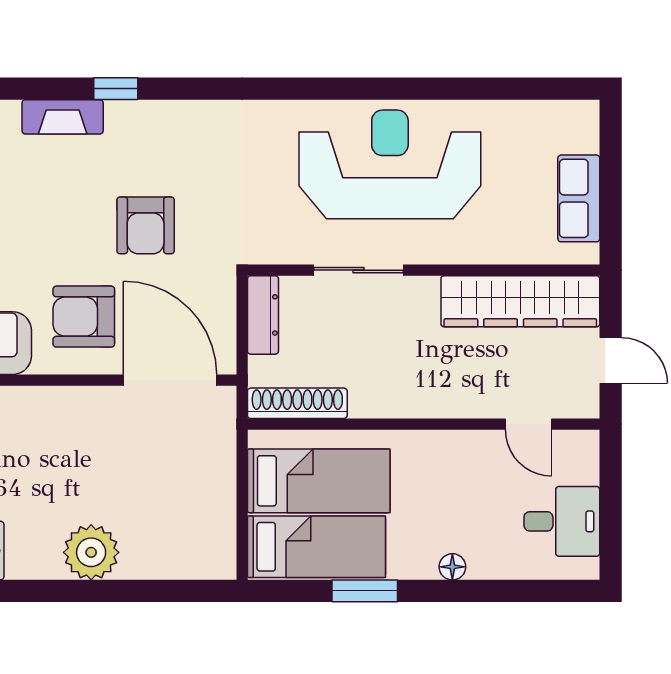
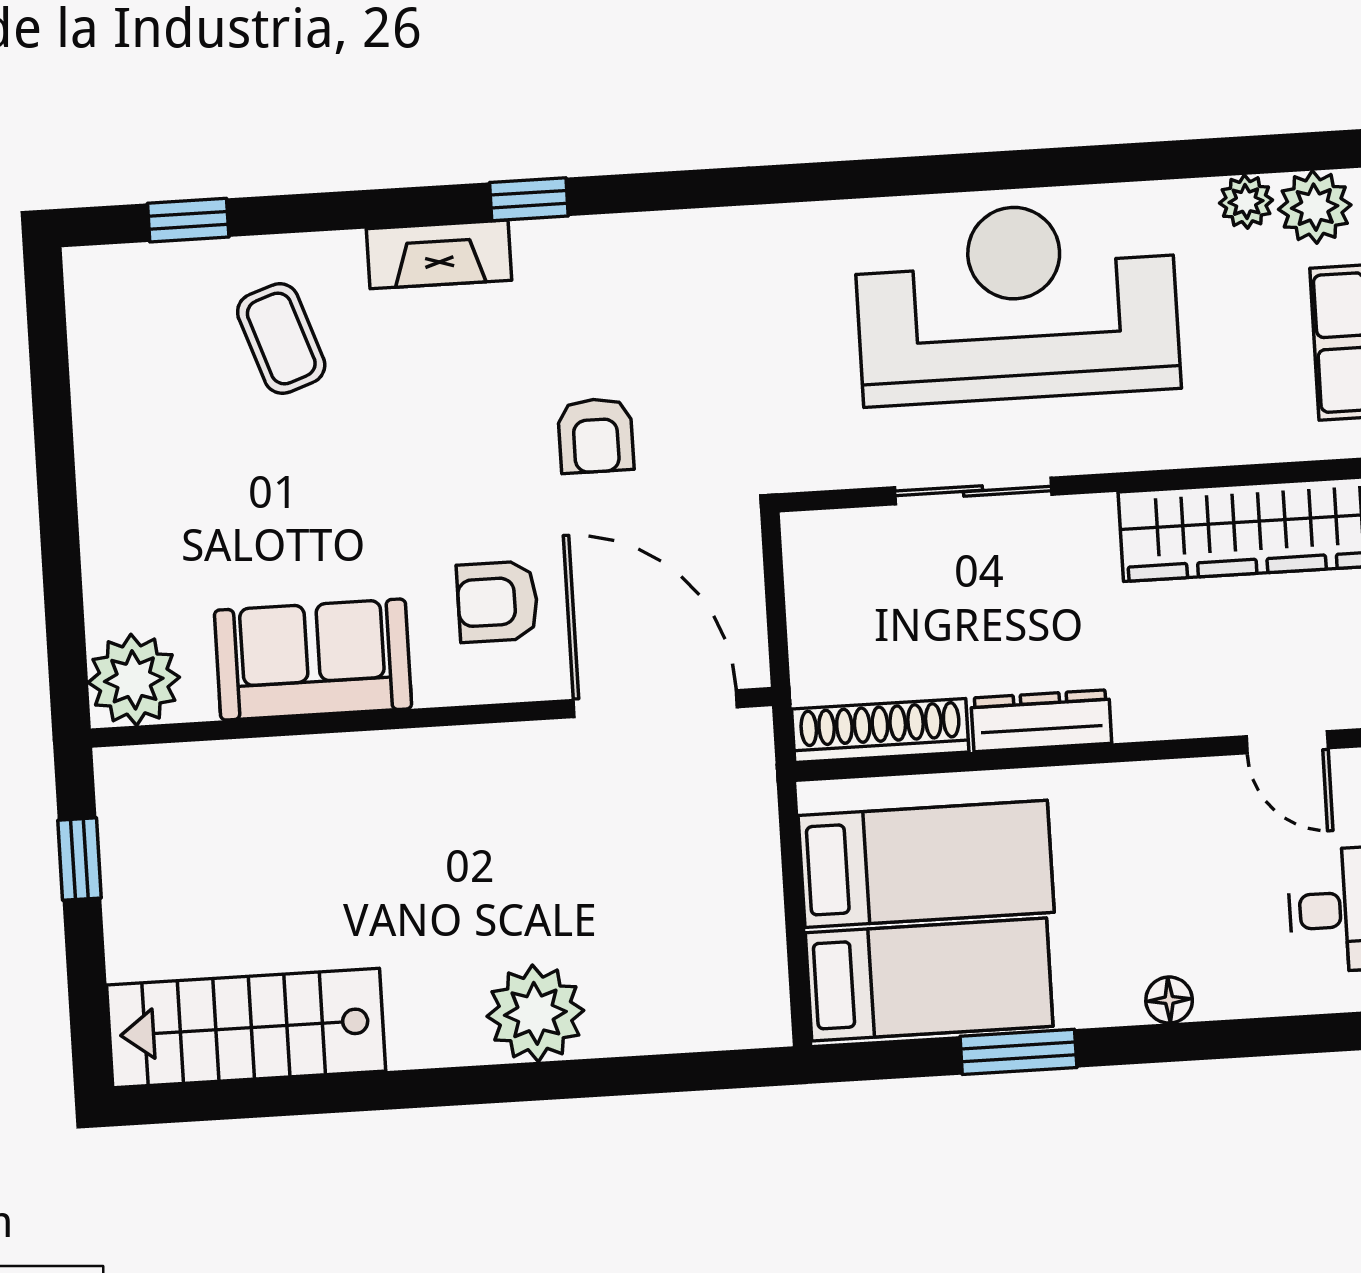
plant: (524, 115) -> (1246, 202), added
plant: (563, 120) -> (1315, 207), added
armchair: (146, 225) -> (596, 436), width x0.72, depth x0.72
dresser: (263, 315) -> (1041, 721), moved, turned -90
armchair: (84, 317) -> (497, 602), width x0.72, depth x0.72

